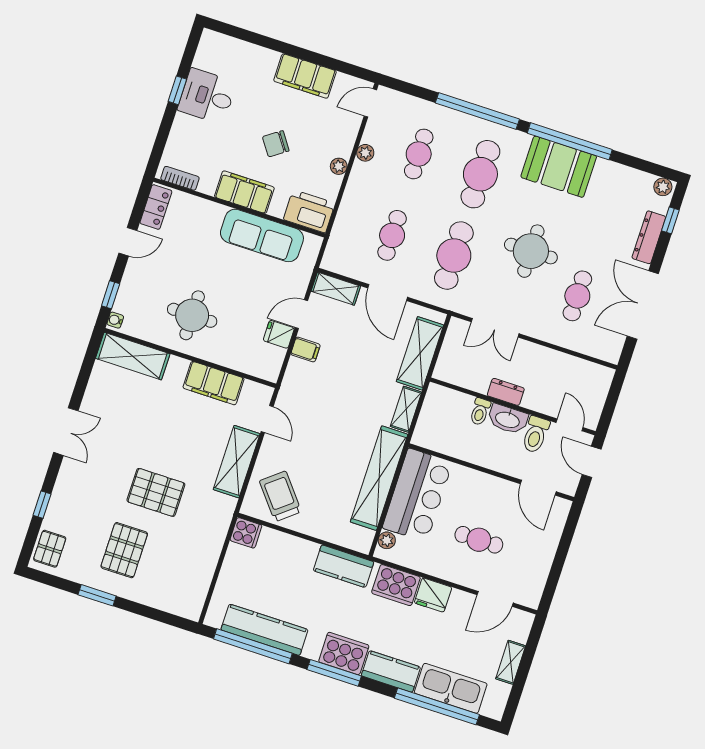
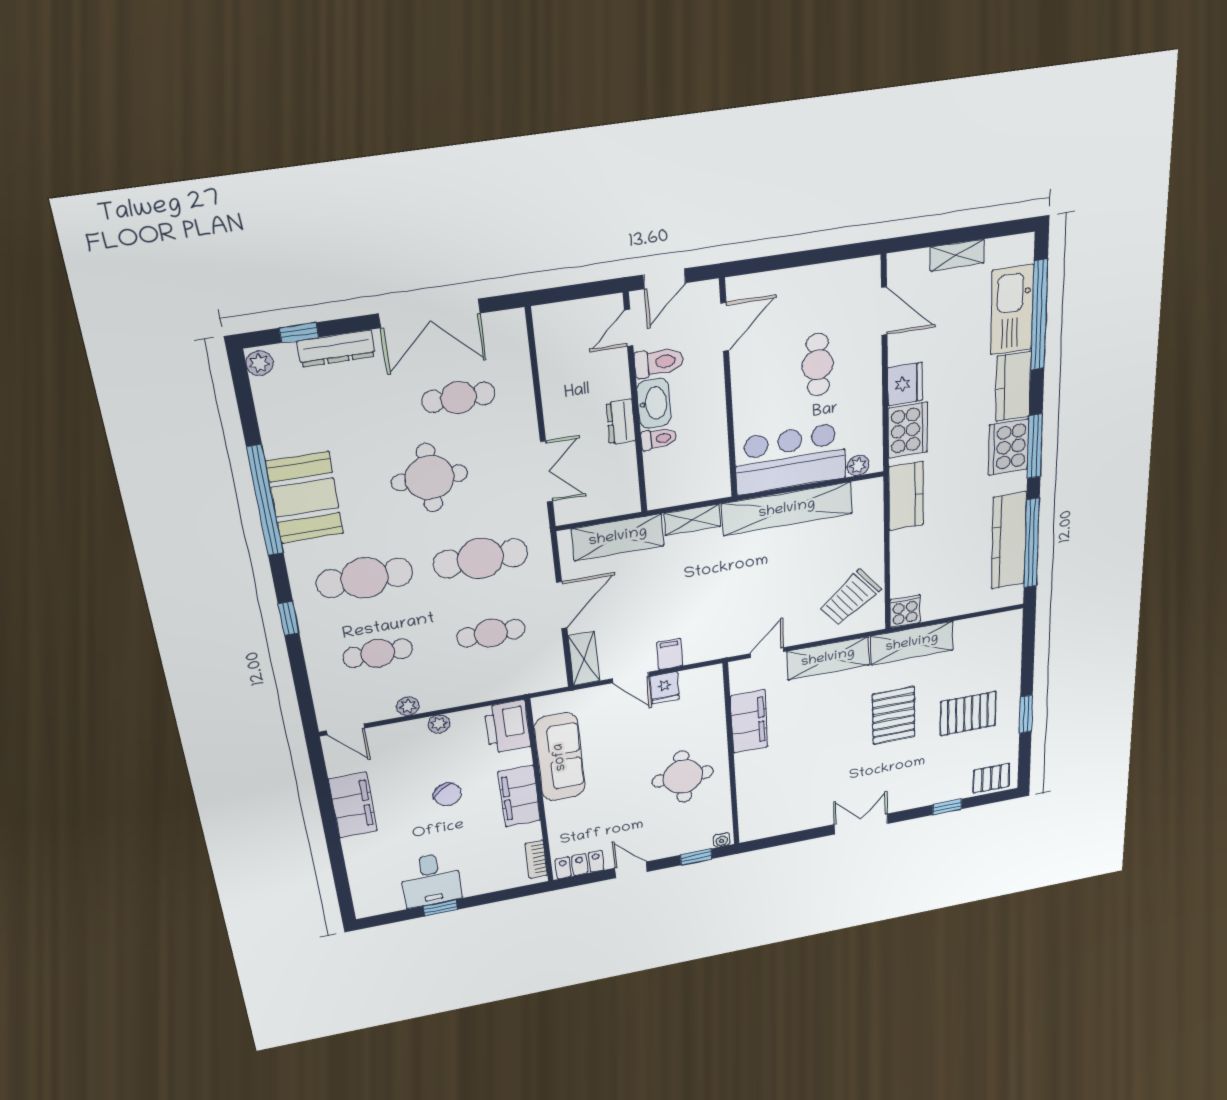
window: (477, 111) -> (289, 618), width x0.32
shelving: (133, 356) -> (912, 643), moved, turned 90

